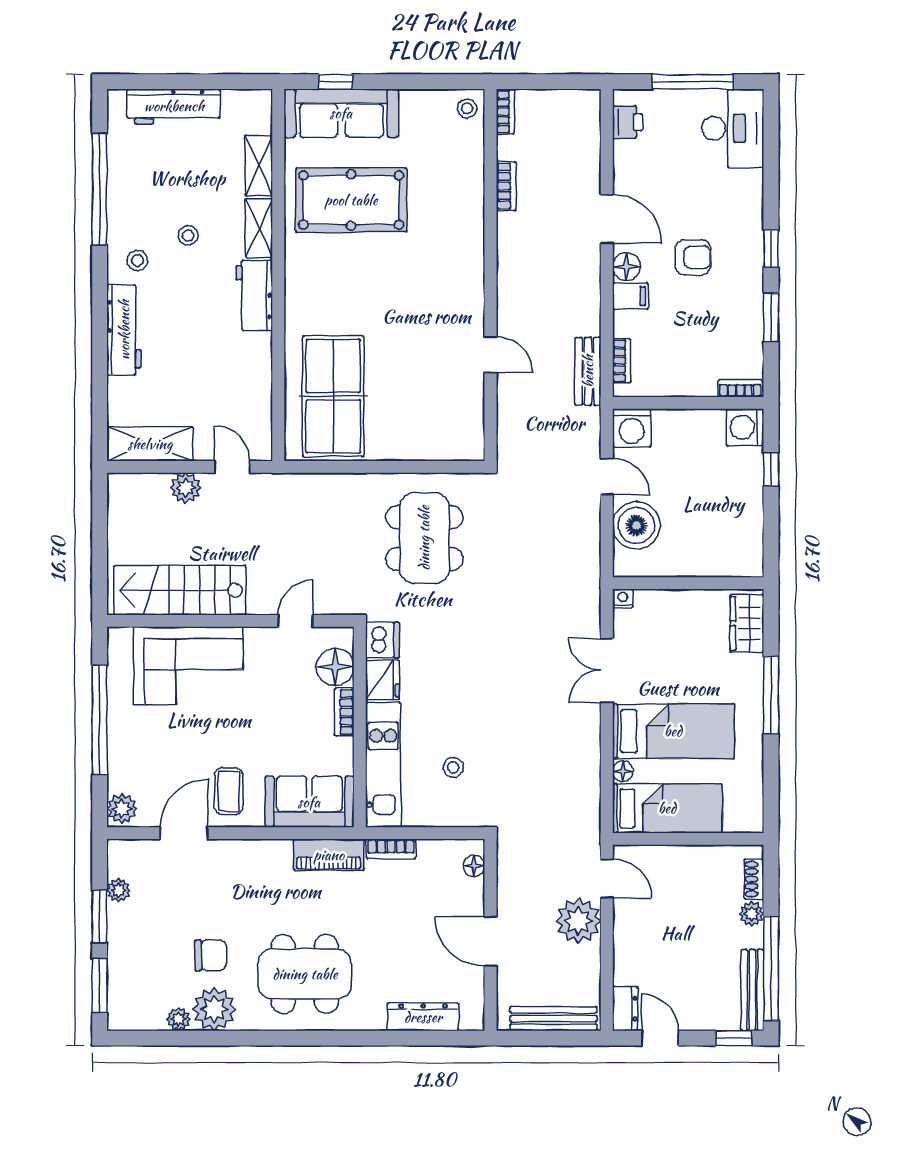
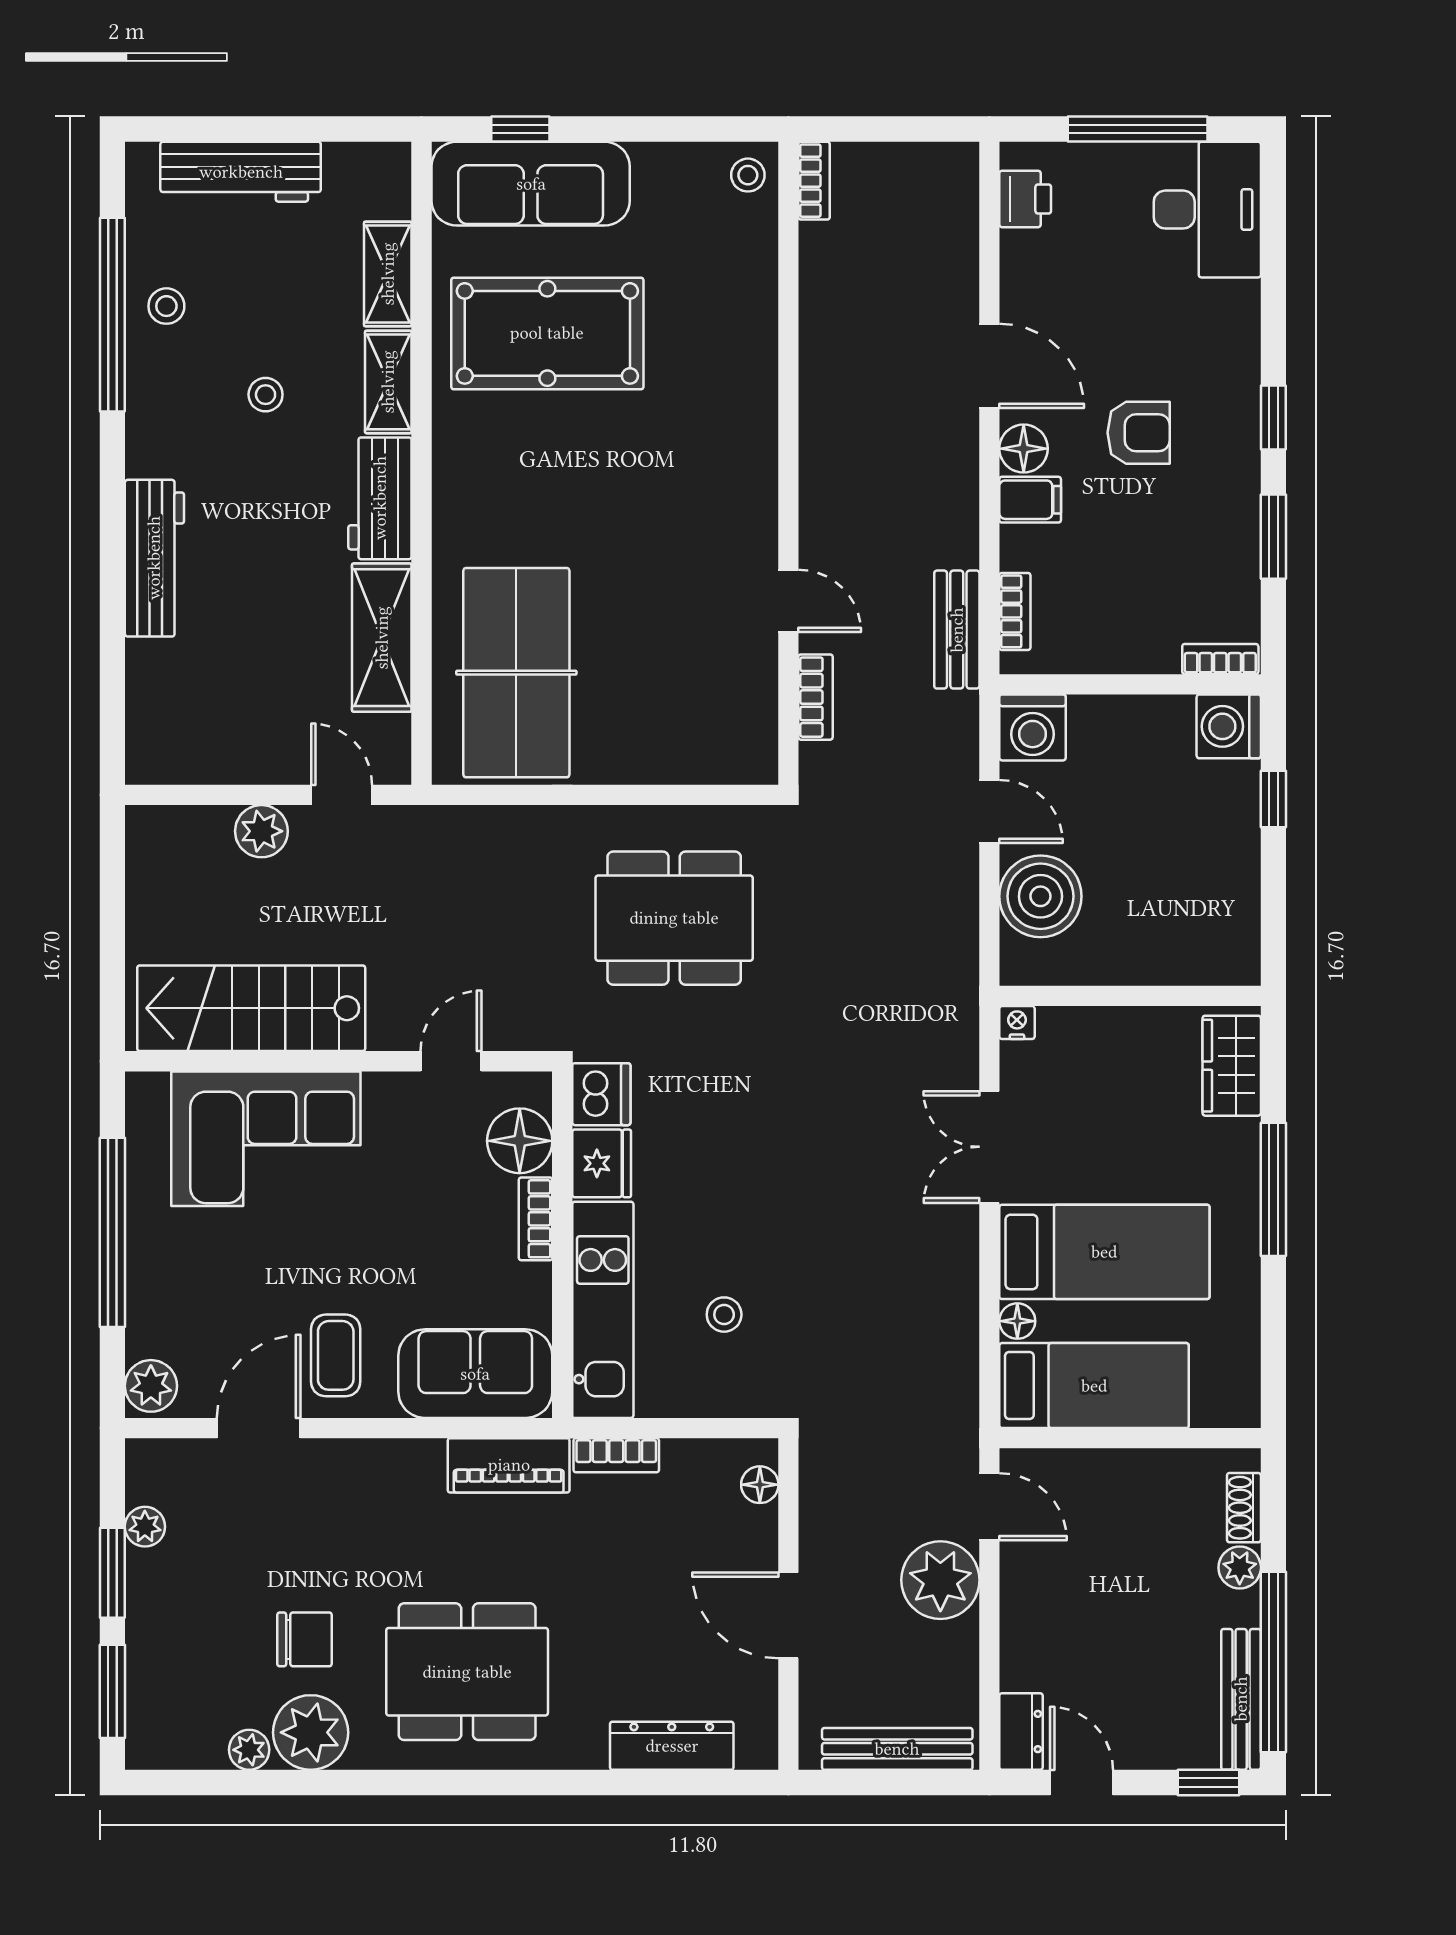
bookcase: (506, 186) -> (816, 697), moved
stool: (137, 260) -> (166, 306), moved
shelving: (150, 444) -> (382, 638), moved, turned 90
dining table: (424, 538) -> (674, 918), turned 90

